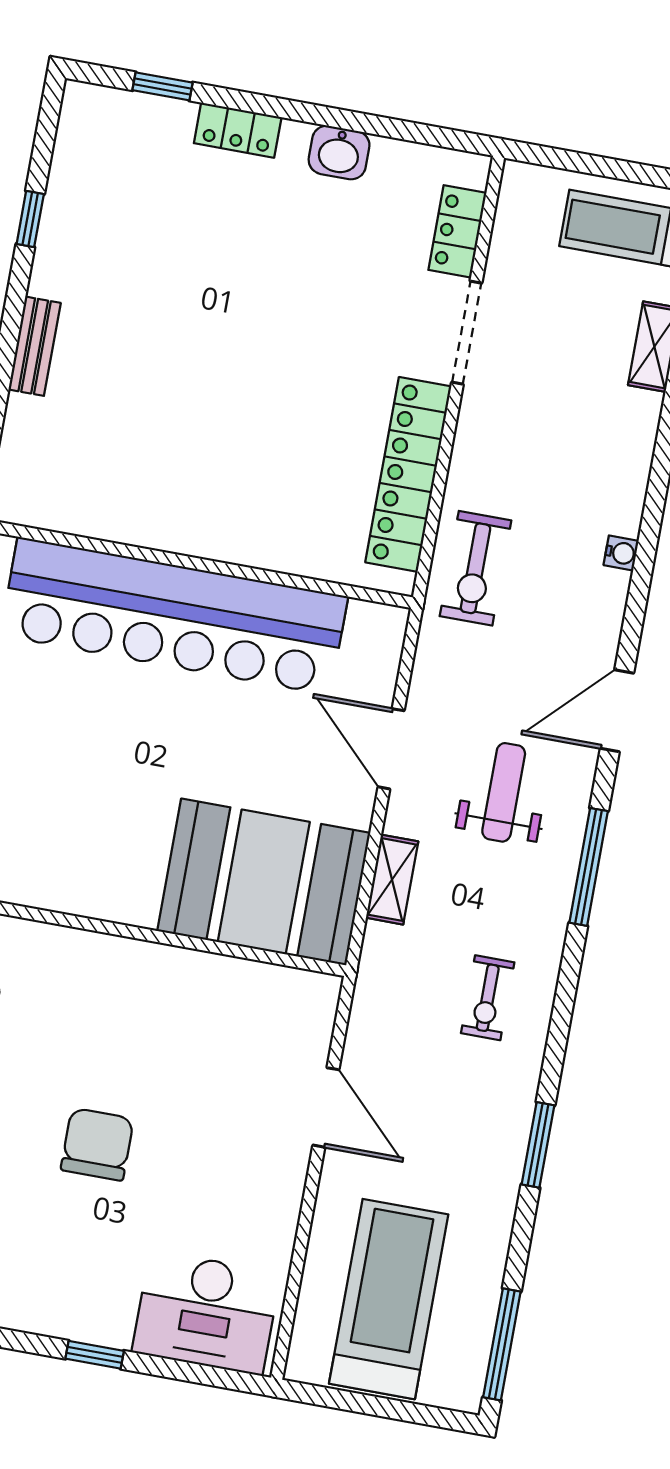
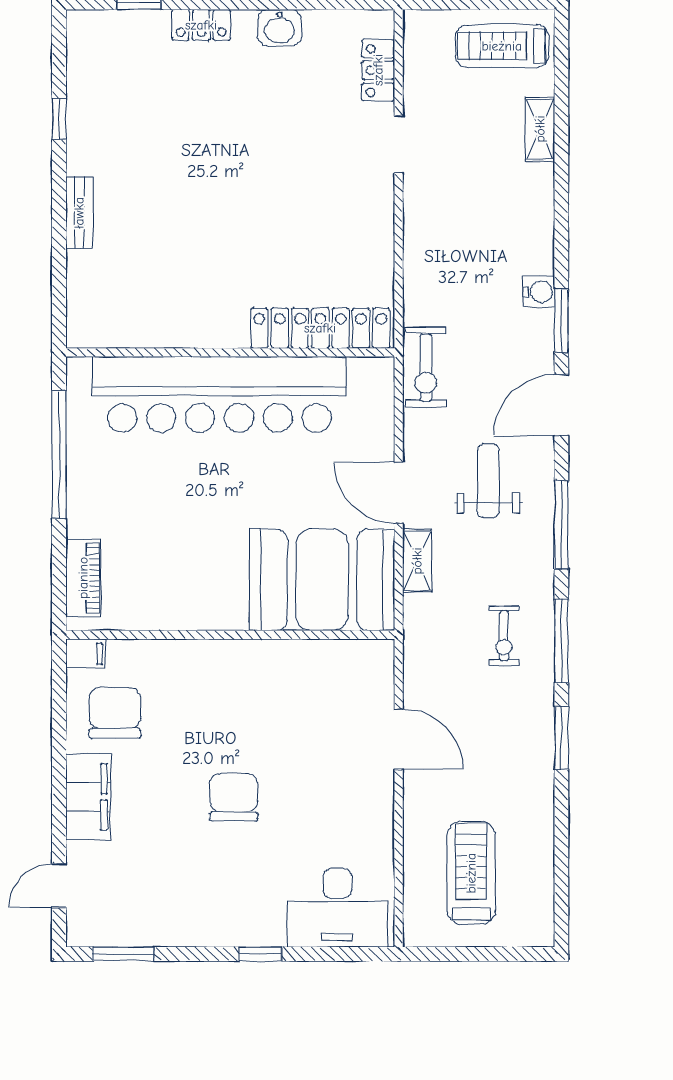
doorway: (467, 333) -> (399, 144), width x0.73
locker: (408, 474) -> (320, 328), moved, turned 90
water cooler: (621, 553) -> (539, 292), width x1.38, depth x1.38
exercise bike: (476, 568) -> (426, 368), moved
window: (637, 601) -> (561, 321), added
door: (391, 749) -> (399, 493), moved
treadmill: (389, 1299) -> (471, 873), width x0.73, depth x0.73
window: (502, 1344) -> (561, 641), moved

